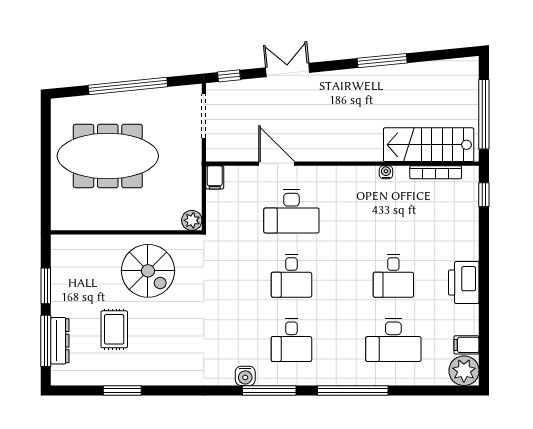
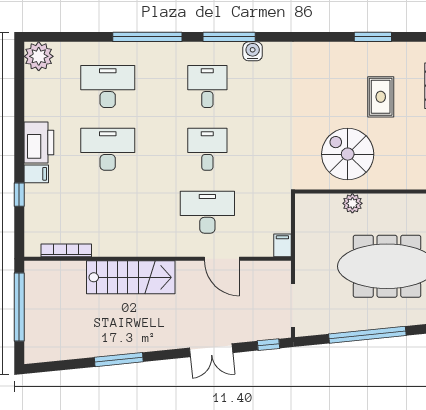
stairs: (429, 145) -> (131, 277), moved
water cooler: (386, 172) -> (115, 250), removed
window: (484, 195) -> (19, 195), moved
plant: (192, 220) -> (352, 203), moved
desk: (393, 276) -> (108, 149), width x1.37
filing cabinet: (467, 345) -> (36, 174), moved

